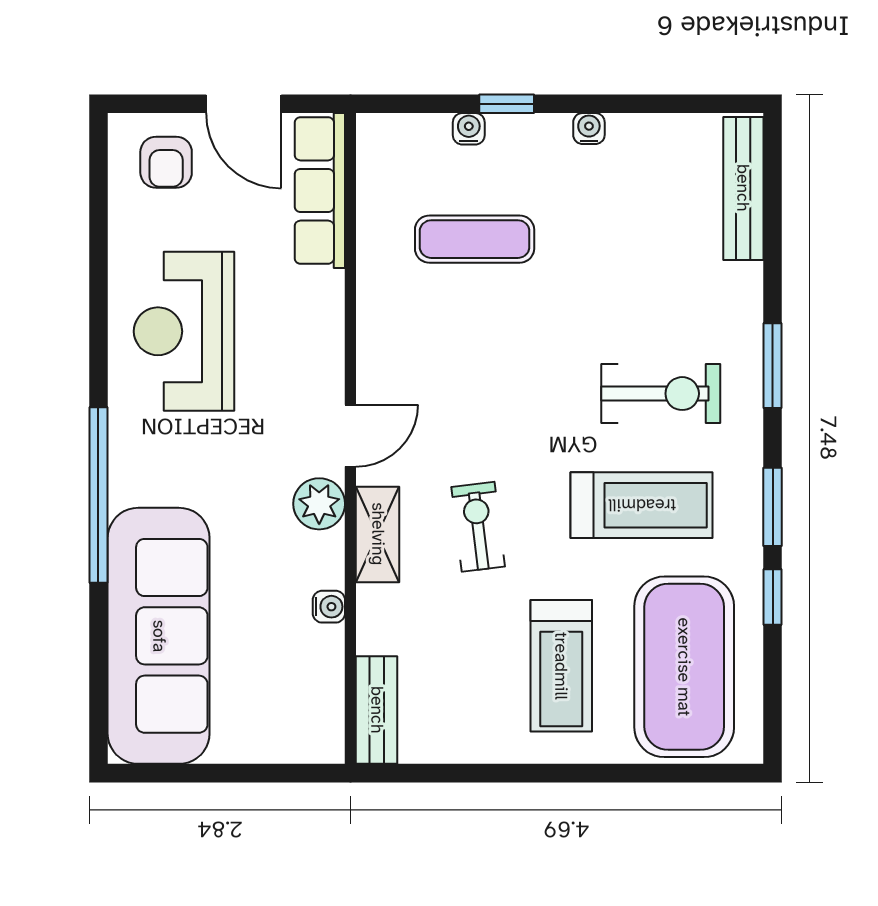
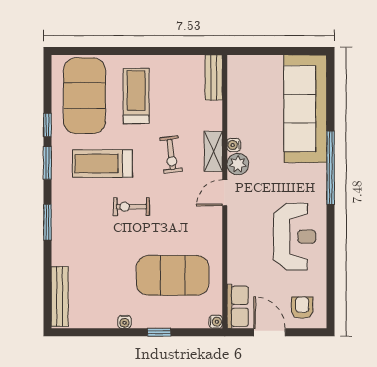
water cooler: (469, 129) -> (216, 322), moved, turned -90
row of seats: (320, 190) -> (238, 306), width x0.68
exercise mat: (475, 239) -> (173, 275), width x2.00, depth x1.45
exercise bike: (661, 394) -> (131, 207), moved, width x0.73, depth x0.72
water cooler: (329, 607) -> (234, 145), moved

